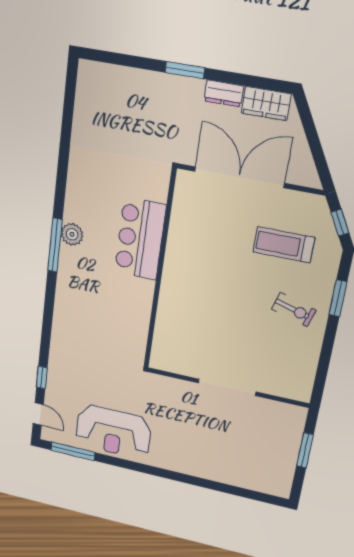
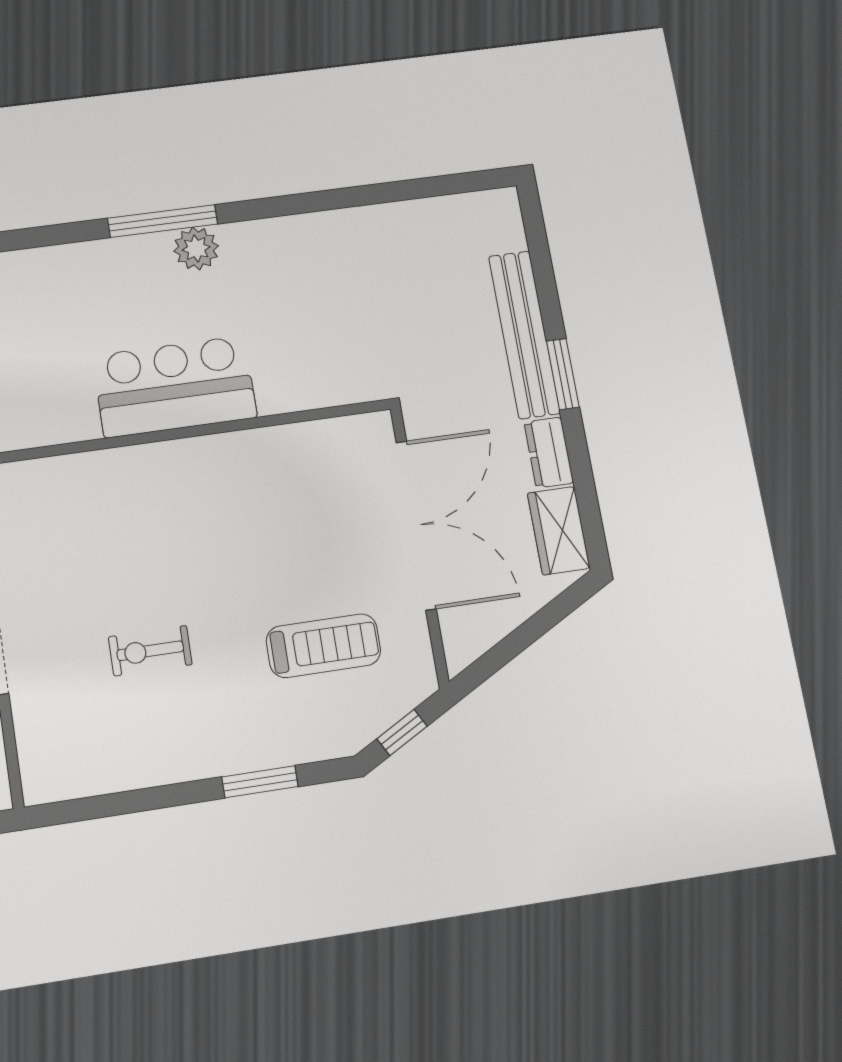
bench: (158, 84) -> (524, 335), added
bar counter: (140, 239) -> (175, 387), moved
treadmill: (284, 245) -> (323, 646), turned 90
exercise bike: (294, 310) -> (150, 651), moved, turned 74

